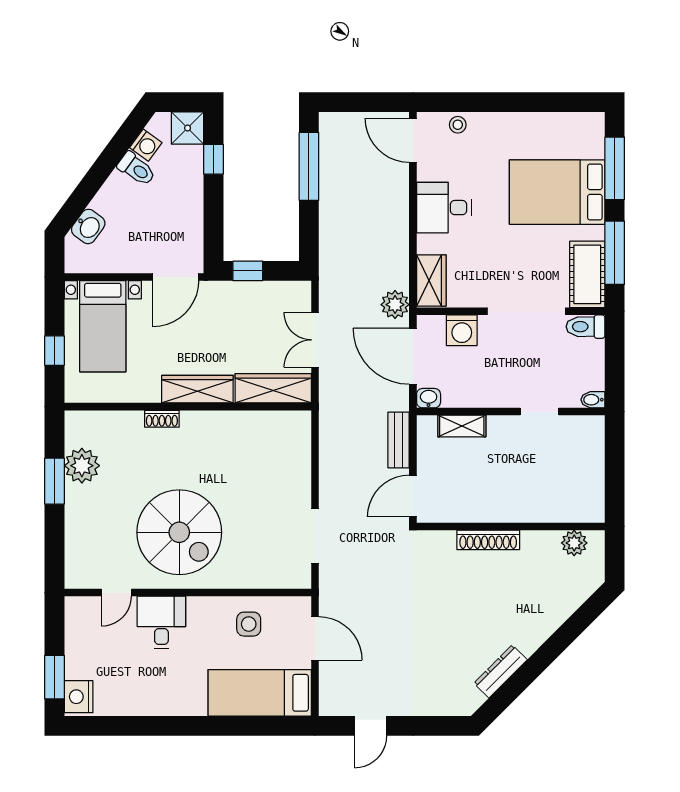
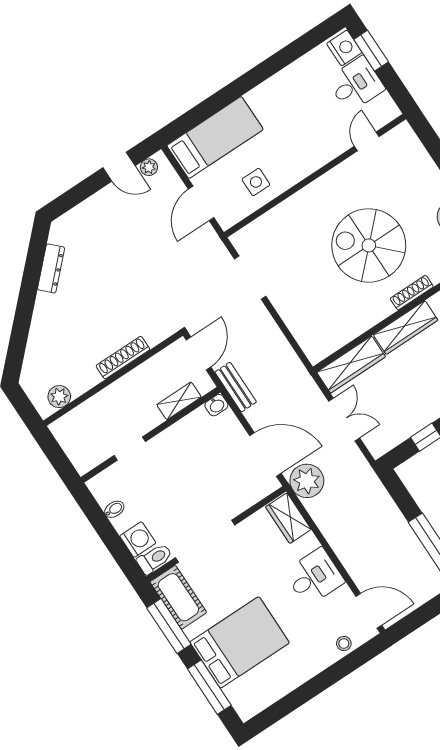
plant: (395, 305) -> (307, 481), width x1.36, depth x1.36
washing machine: (462, 330) -> (138, 540), moved, turned 90
washbasin: (429, 398) -> (216, 405), moved
wall: (511, 412) -> (151, 435), moved
doorway: (539, 412) -> (130, 449), moved
shoe rack: (162, 419) -> (412, 293), width x1.43
shelving: (462, 426) -> (179, 401), moved
spiral stairs: (179, 532) -> (369, 245), moved
desk: (161, 622) -> (356, 84), moved, turned -90
door: (315, 638) -> (201, 203), hinge flipped
plant: (342, 706) -> (149, 167), added
door: (371, 726) -> (119, 167), swing flipped

